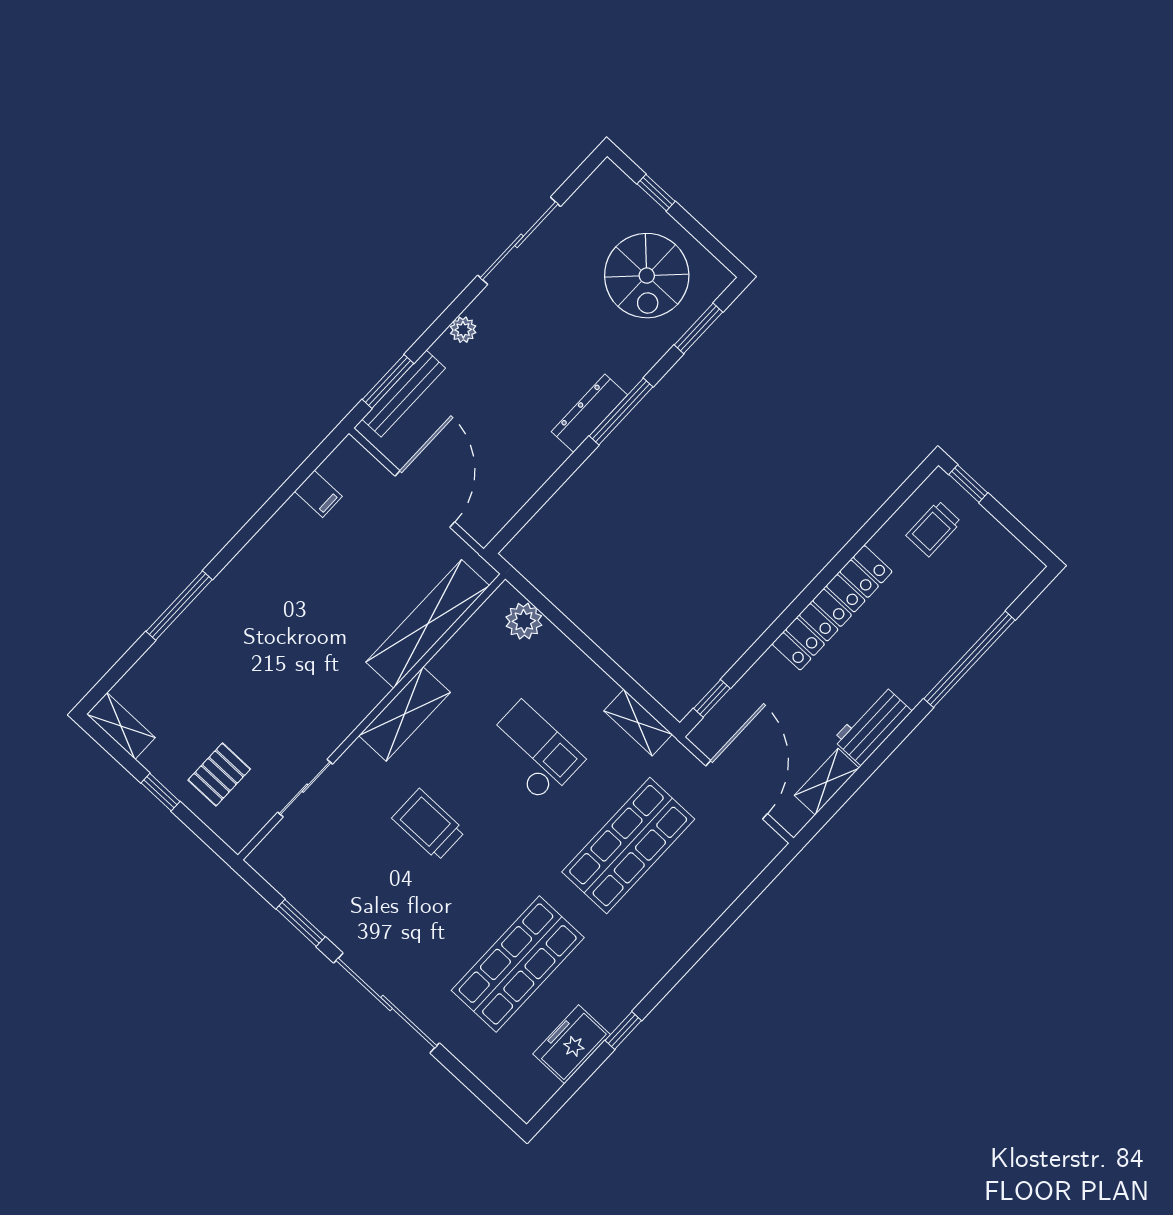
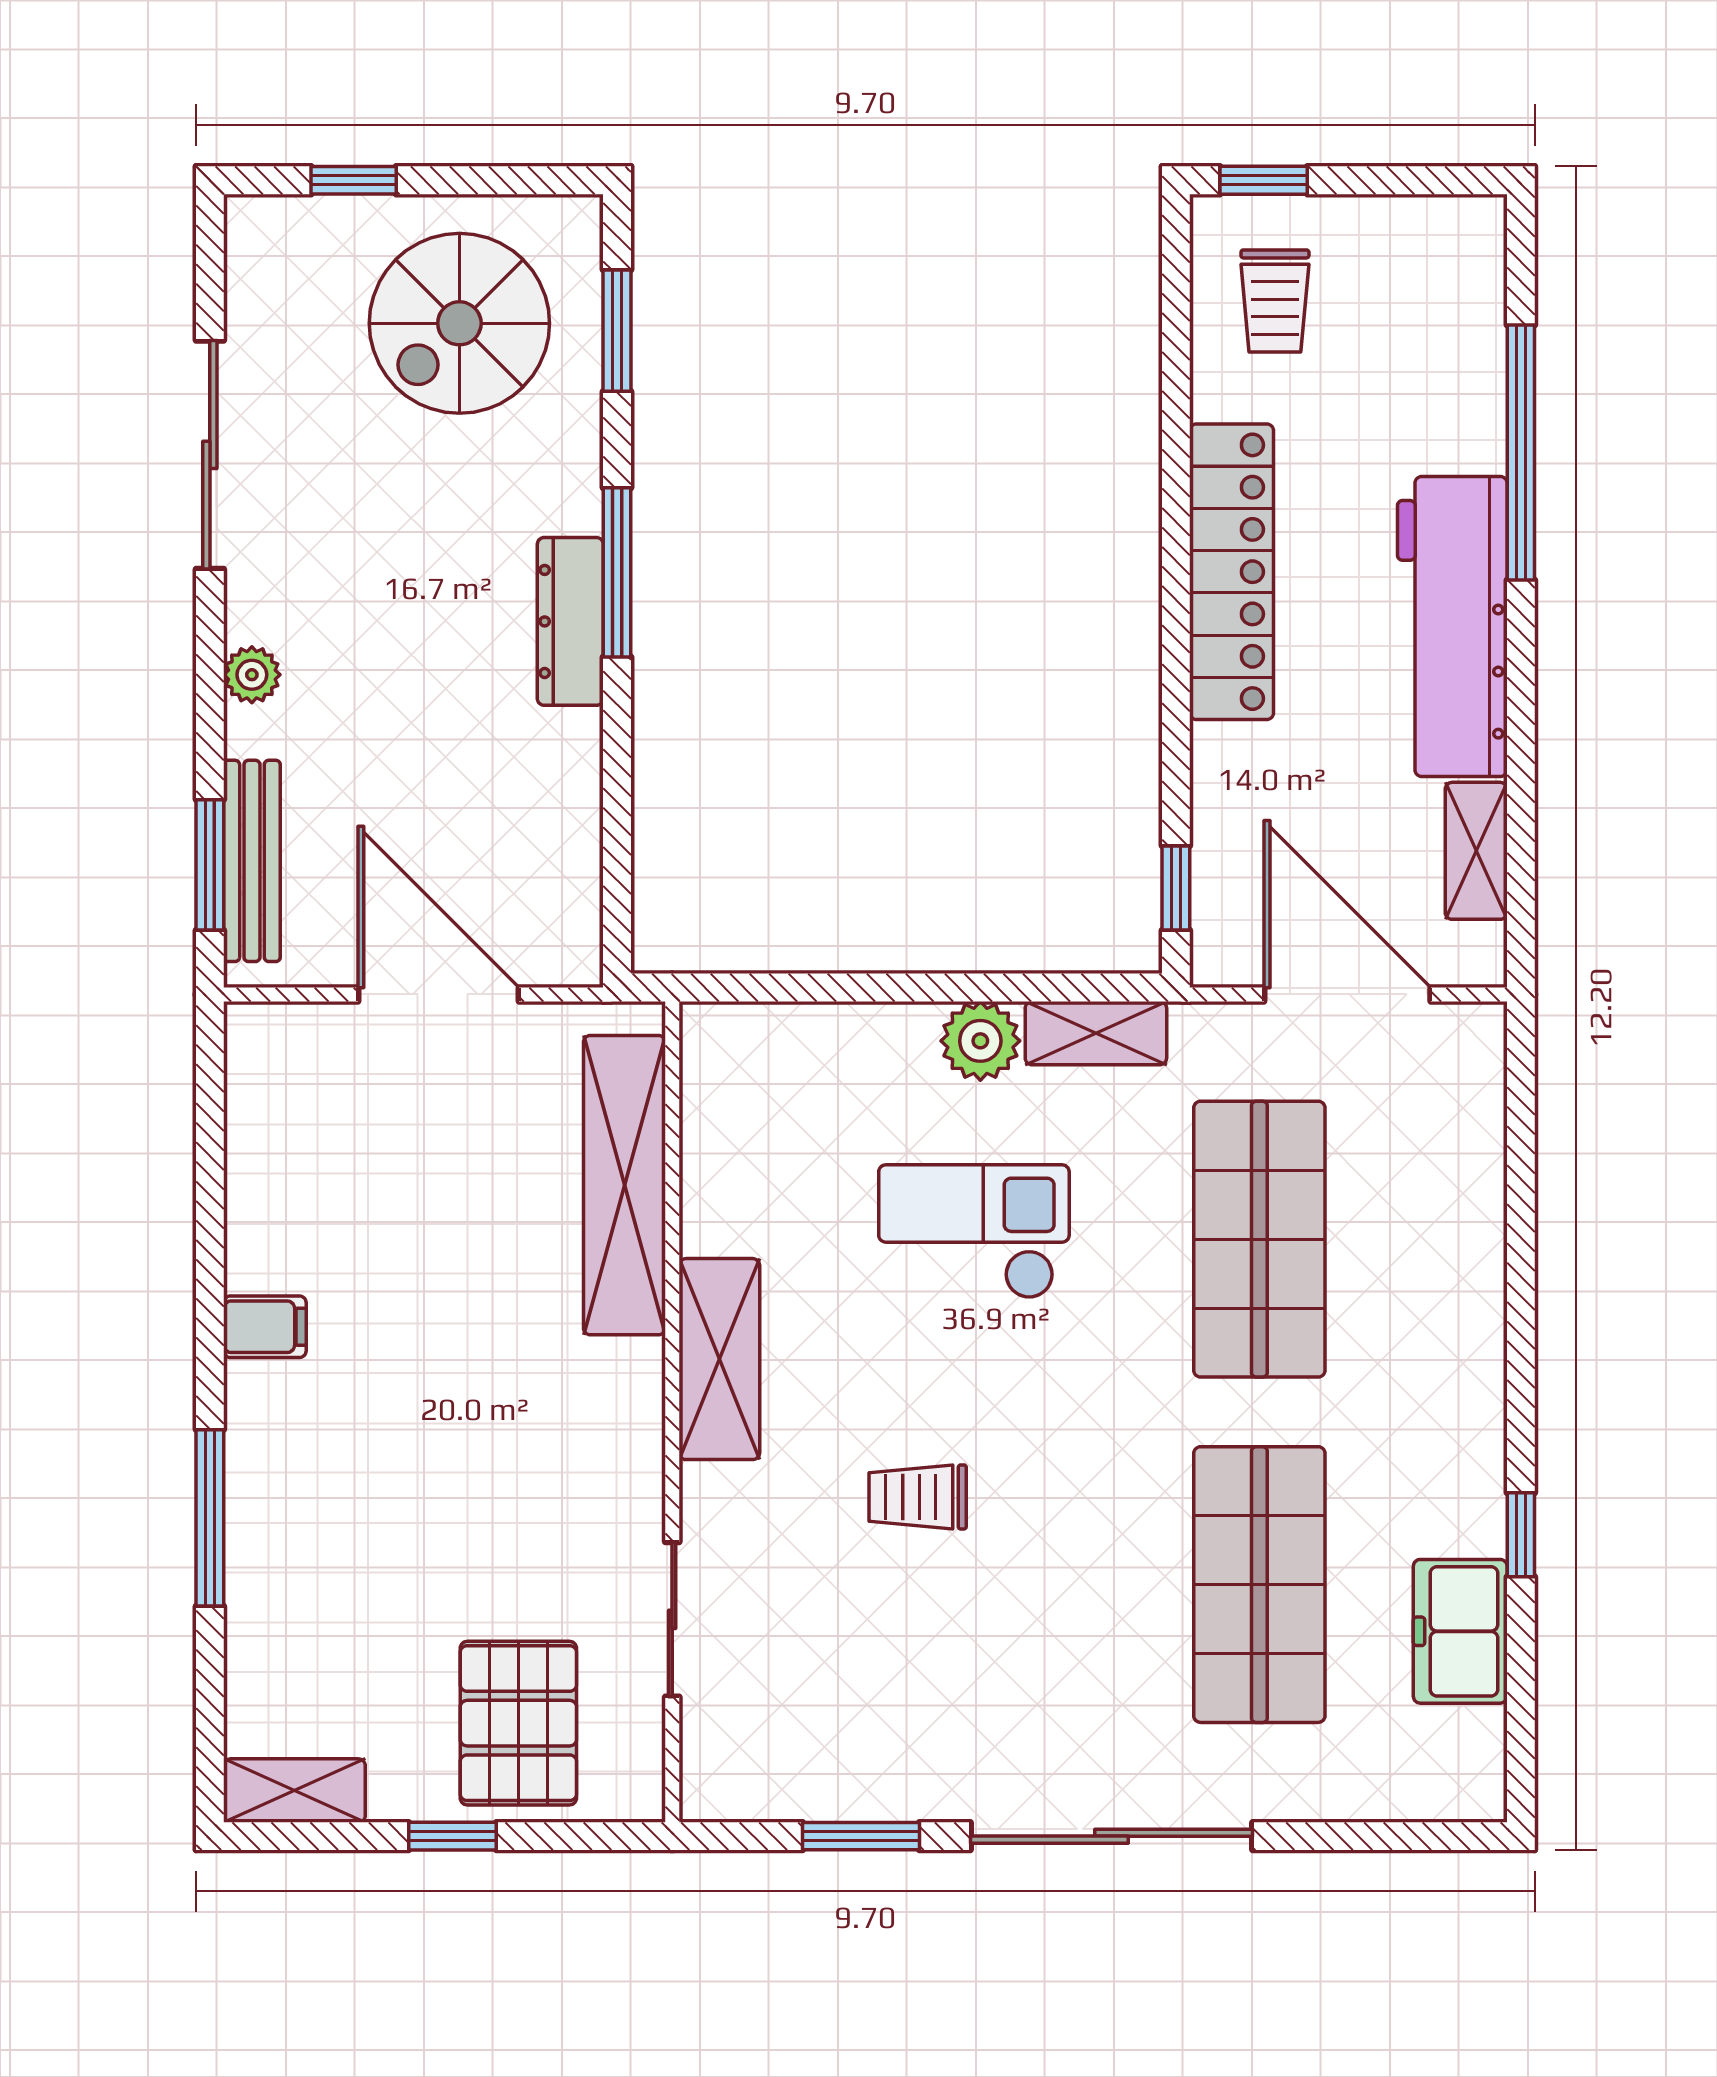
spiral stairs: (647, 276) -> (459, 323), turned 90
filing cabinet: (318, 494) -> (265, 1327), moved
plant: (524, 621) -> (980, 1041), moved
workbench: (872, 725) -> (1452, 626), width x1.88, depth x1.32
pallet: (219, 775) -> (518, 1723), width x1.50, depth x1.42
trolley: (429, 825) -> (918, 1497), width x0.73, depth x0.72

